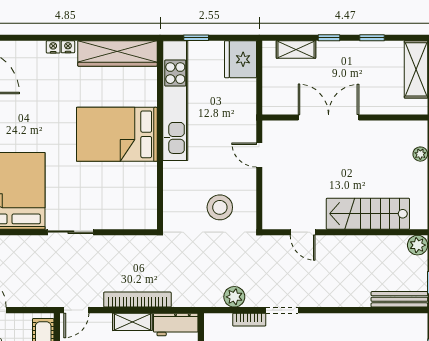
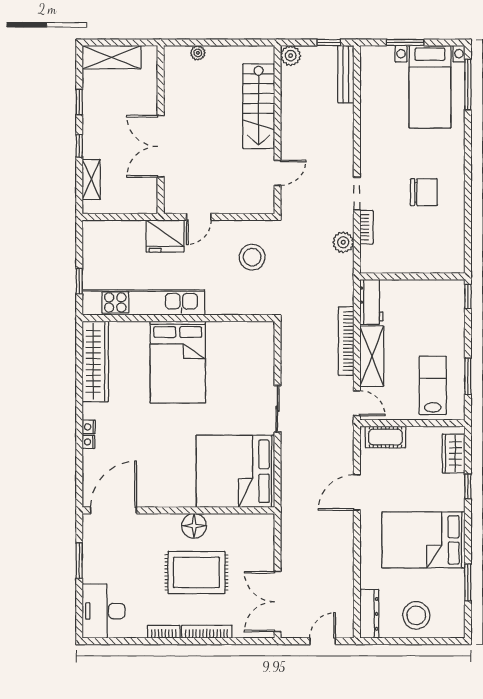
nightstand: (68, 47) -> (89, 442), moved
fridge: (240, 59) -> (165, 236), moved
shelving: (132, 322) -> (372, 356), width x1.50, depth x1.33

